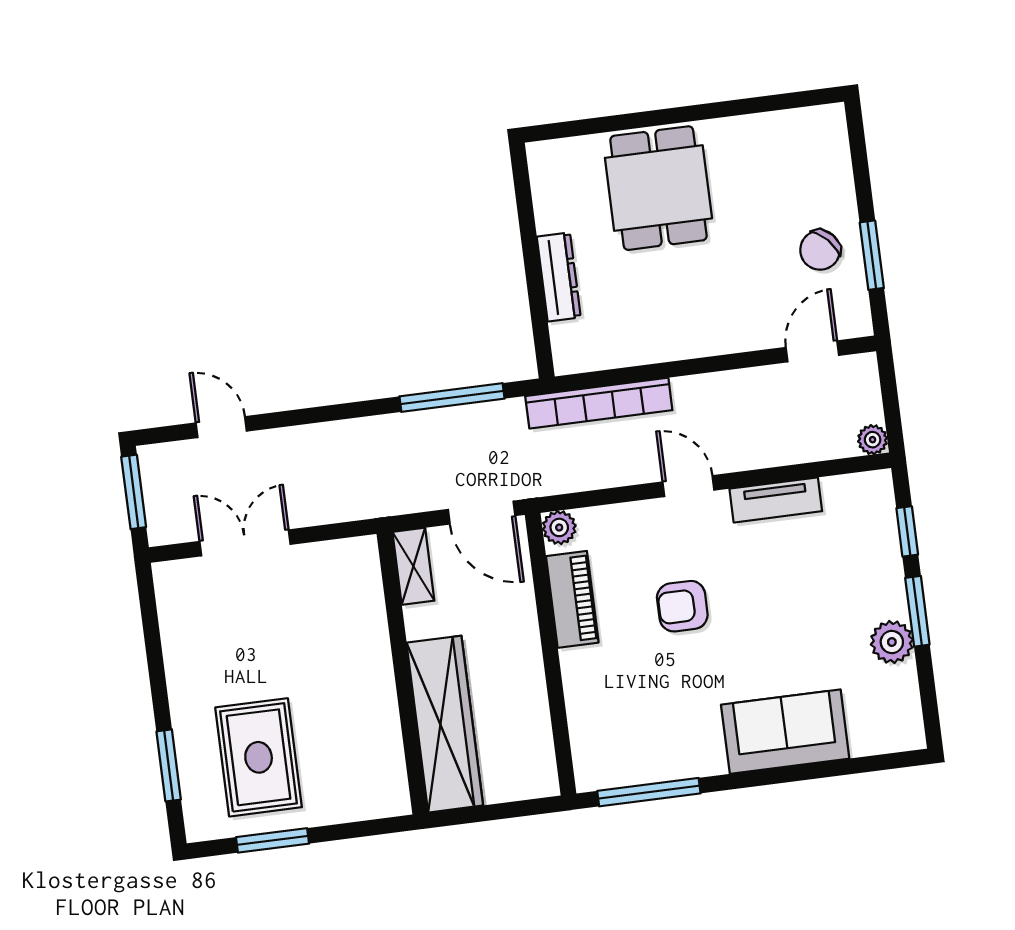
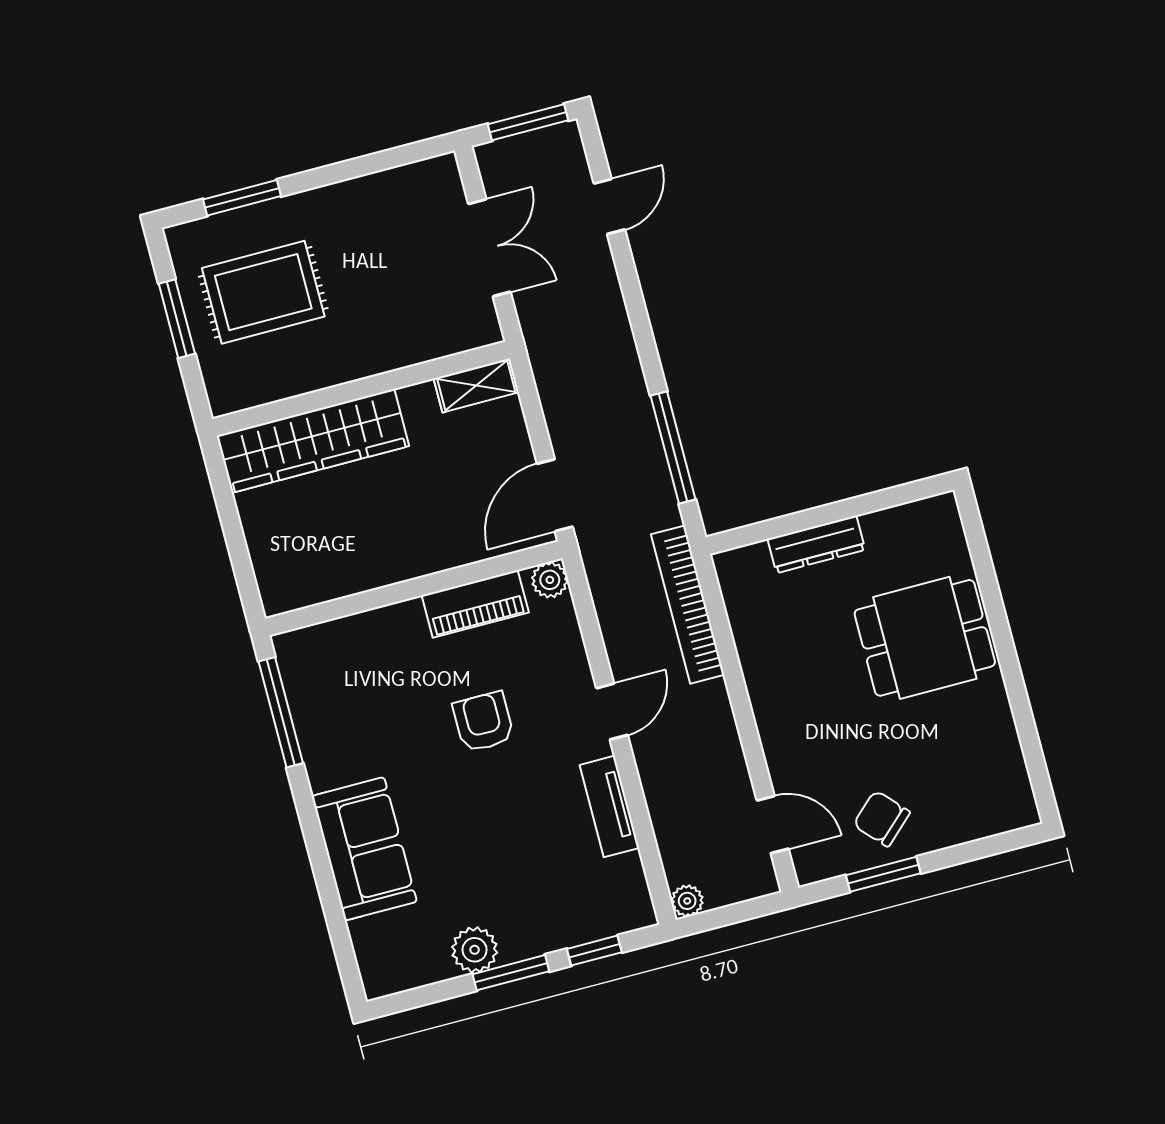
shelving: (413, 566) -> (476, 385), moved
wall: (402, 673) -> (361, 389), moved
wardrobe: (445, 724) -> (313, 441), moved

